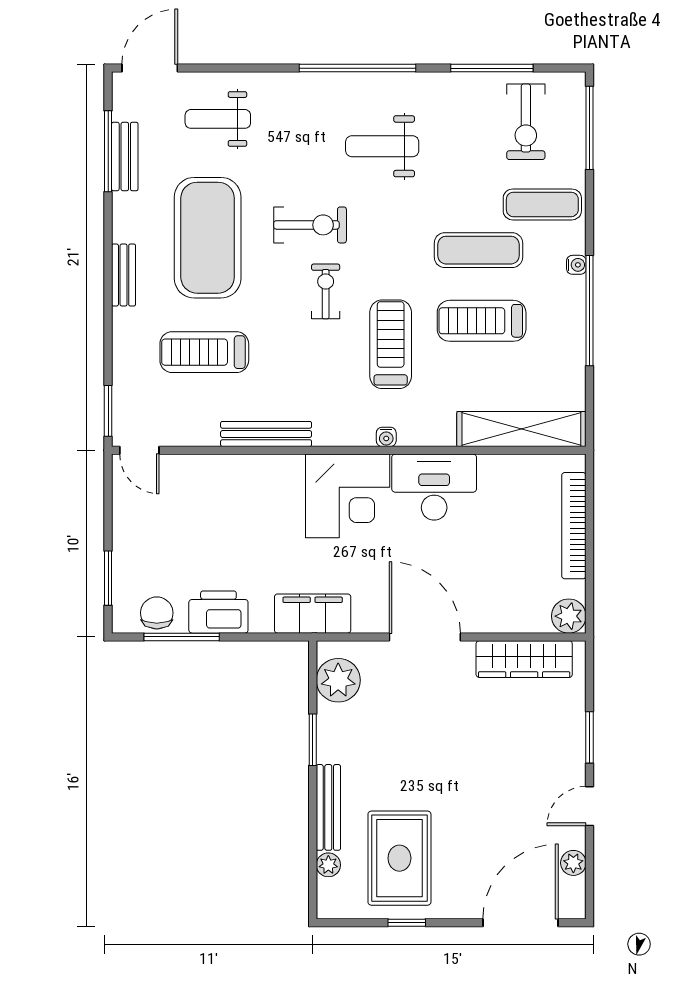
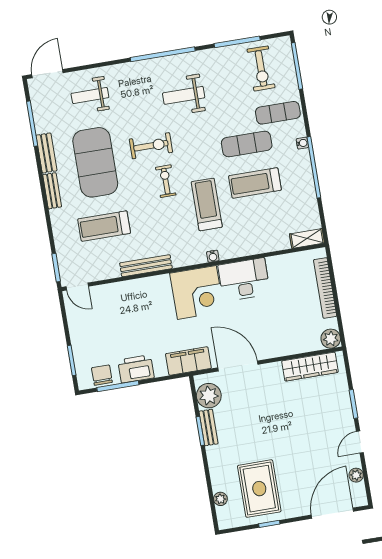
bench: (125, 157) -> (46, 153), moved
shelving: (521, 429) -> (307, 238), width x0.45, depth x0.75
door: (425, 637) -> (238, 366), moved
bench: (328, 807) -> (208, 427), moved, width x0.73

